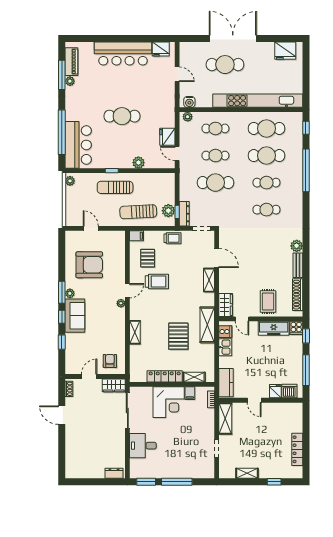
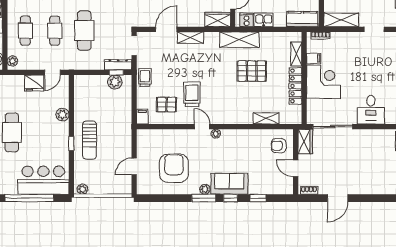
sun lounger: (138, 212) -> (116, 115), removed
shelving: (135, 332) -> (266, 118), moved

